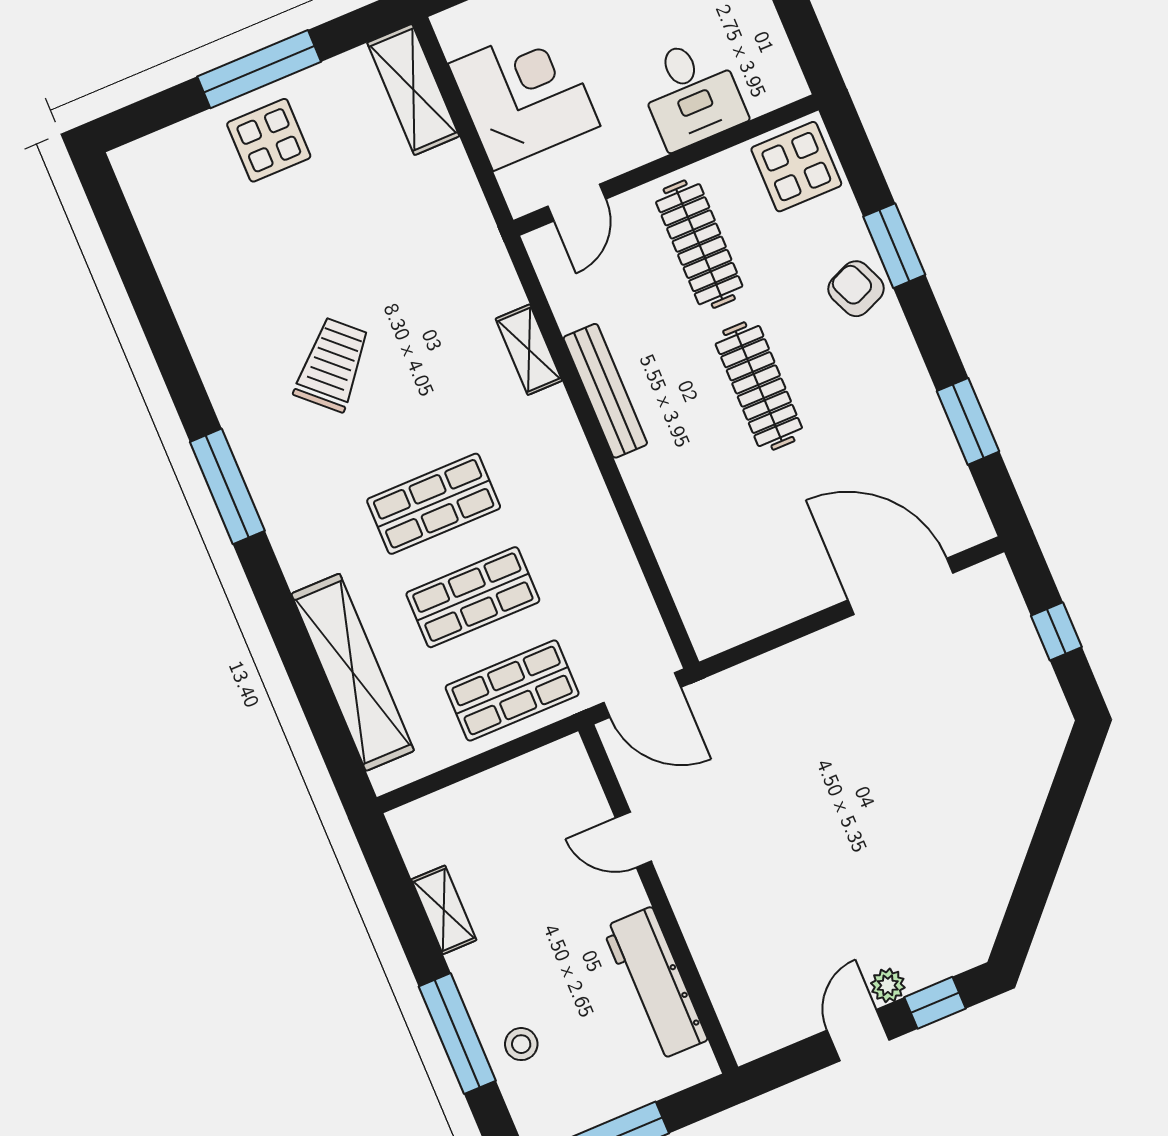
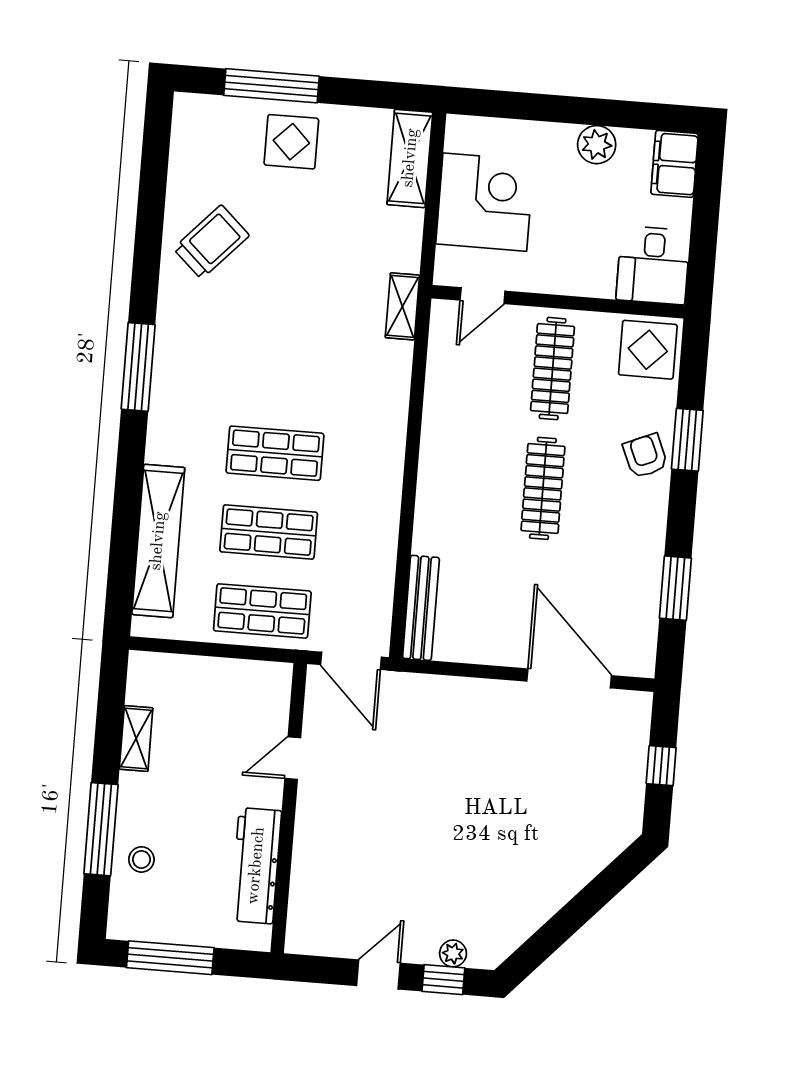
window: (259, 69) -> (271, 86), moved
desk: (691, 93) -> (653, 265), moved
shelving: (529, 350) -> (402, 306), moved
trolley: (332, 365) -> (211, 242), moved
bench: (605, 391) -> (421, 608), moved
door: (633, 840) -> (293, 758), hinge flipped
plant: (888, 985) -> (453, 953), moved

